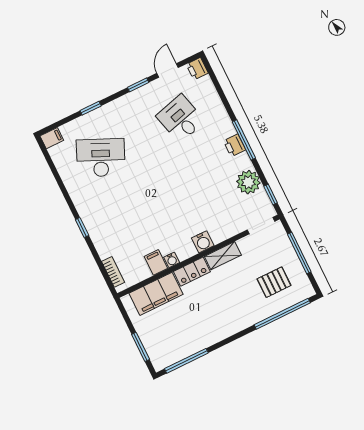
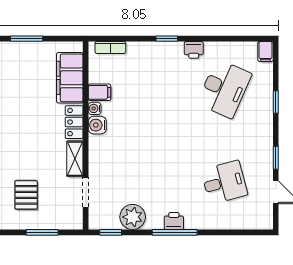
printer: (197, 69) -> (194, 50), moved, turned 180
doorway: (261, 226) -> (86, 192), moved
water cooler: (203, 242) -> (97, 125), moved
window: (299, 253) -> (42, 232), width x0.69

